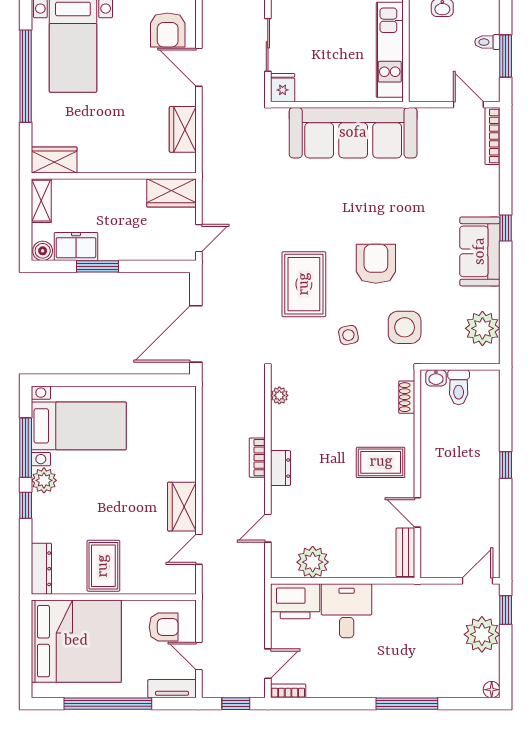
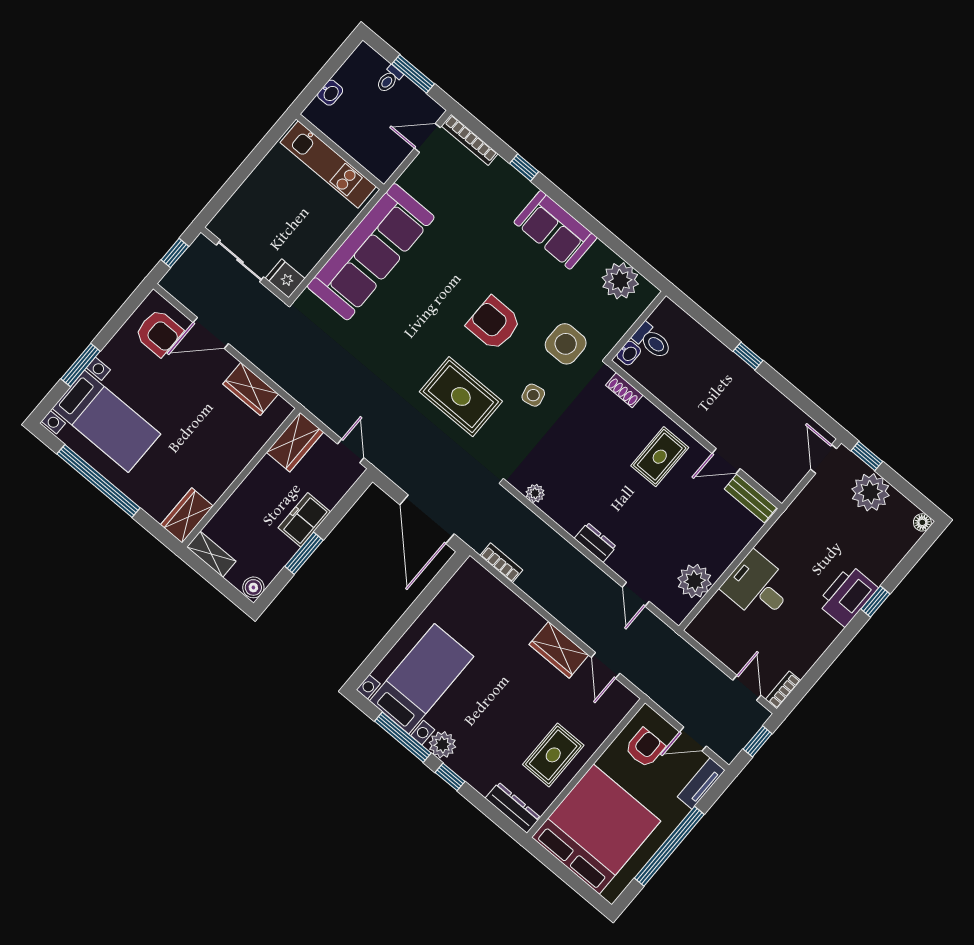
window: (506, 228) -> (524, 167), moved
freezer: (76, 247) -> (304, 520), moved
bookcase: (257, 458) -> (501, 563), moved, turned 180
rug: (103, 566) -> (553, 755), turned 90
printer: (295, 601) -> (848, 596), moved, turned 180
window: (407, 704) -> (875, 601), width x0.46

